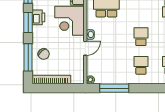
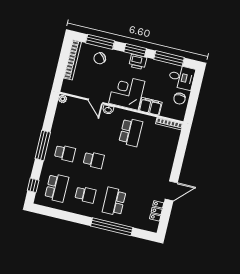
window: (114, 88) -> (43, 145), moved

